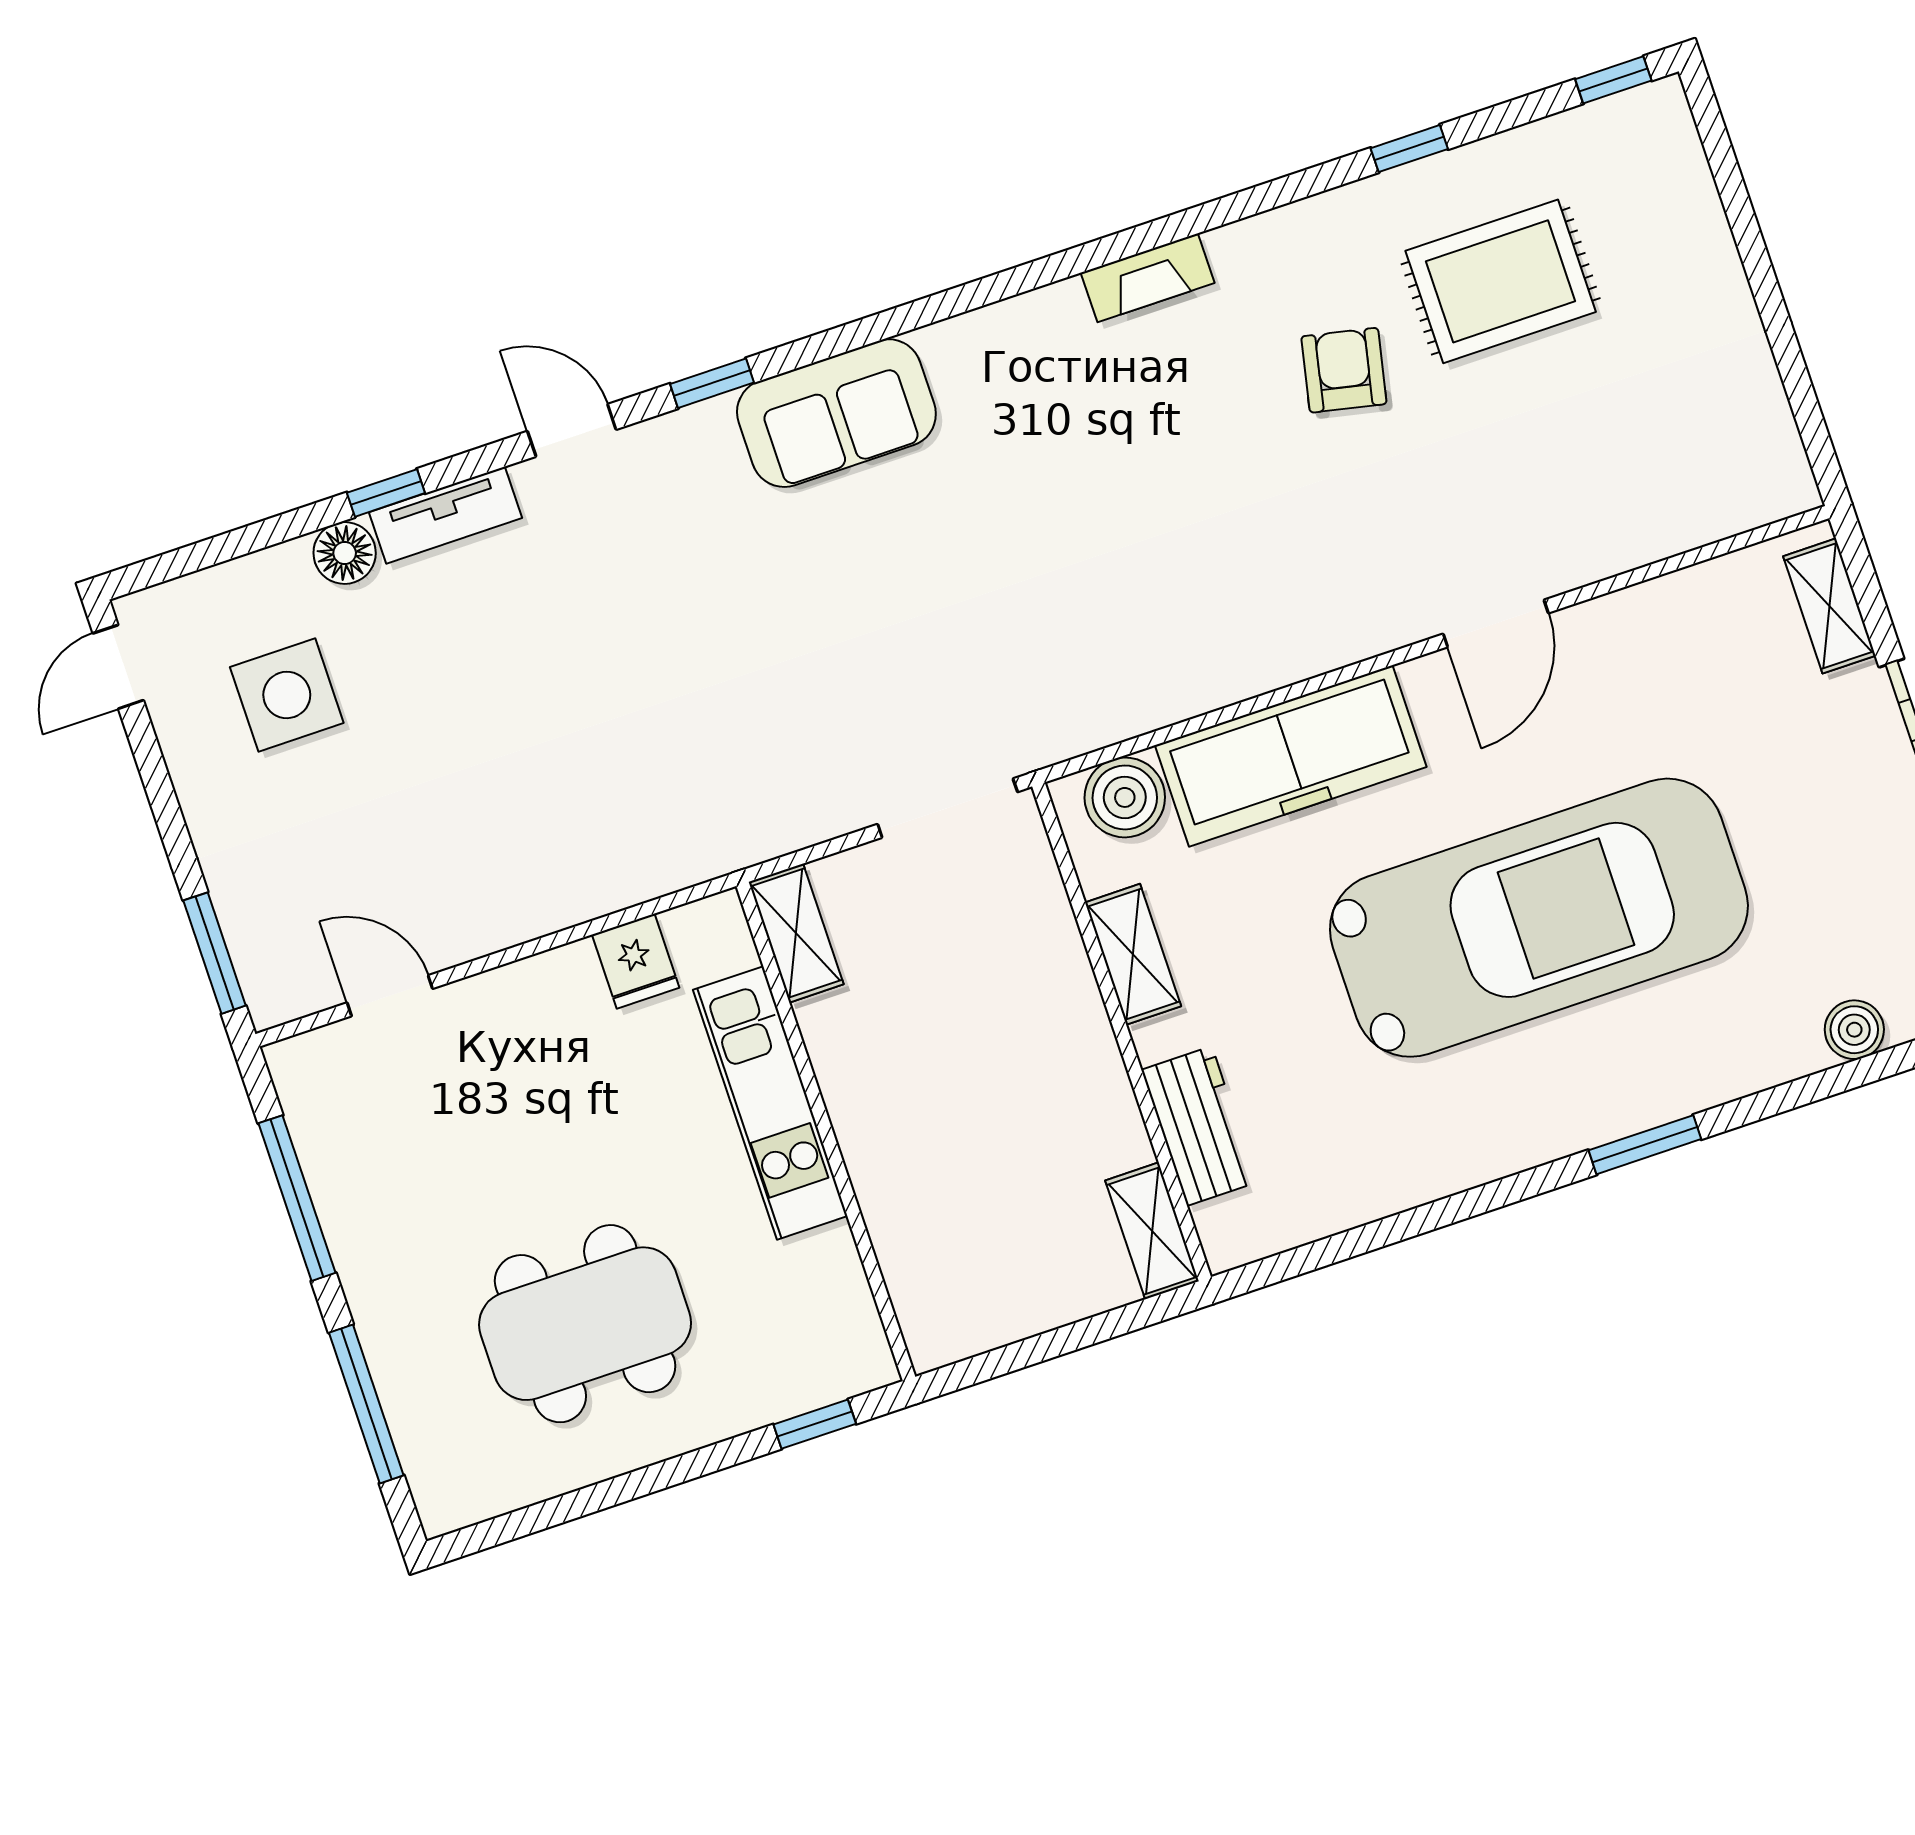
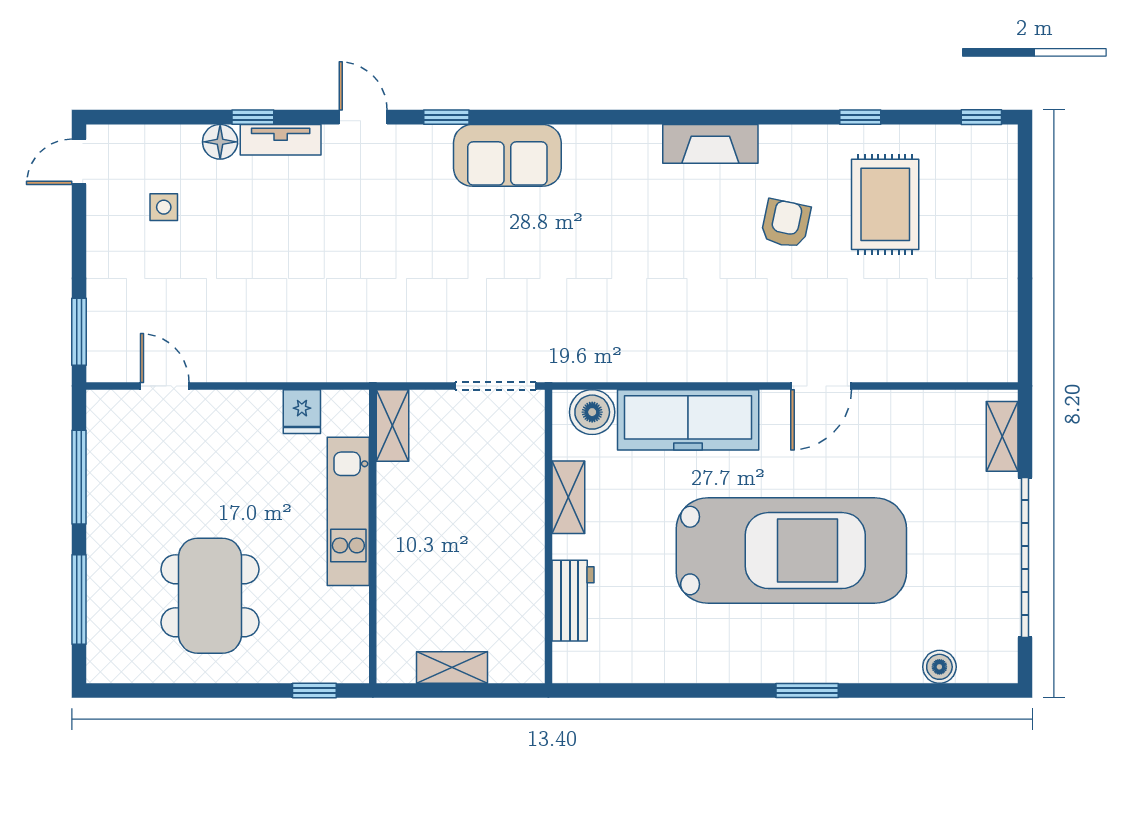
fireplace: (1148, 278) -> (710, 144), width x1.37, depth x1.32
rug: (1501, 281) -> (885, 204), turned 90
side table: (287, 695) -> (164, 207), width x0.54, depth x0.54
shelving: (1152, 1231) -> (452, 667), moved, turned 90
dining table: (585, 1324) -> (210, 596), turned 90

